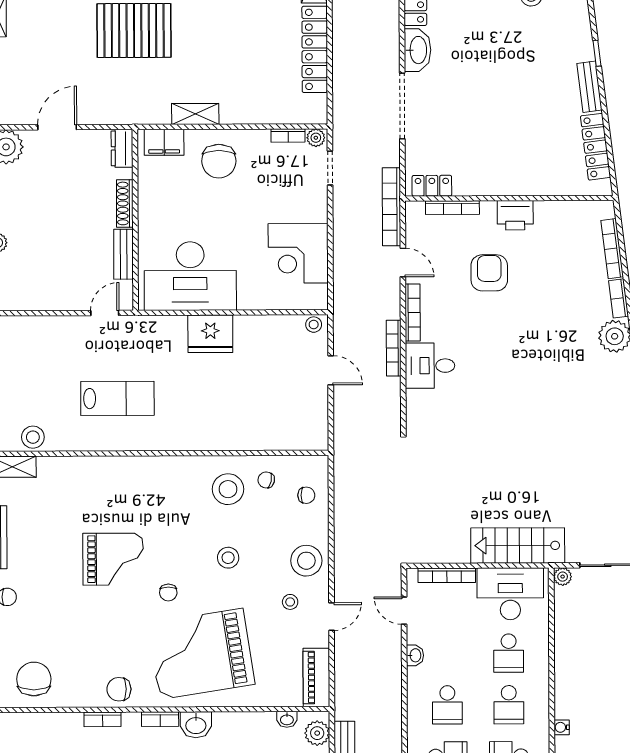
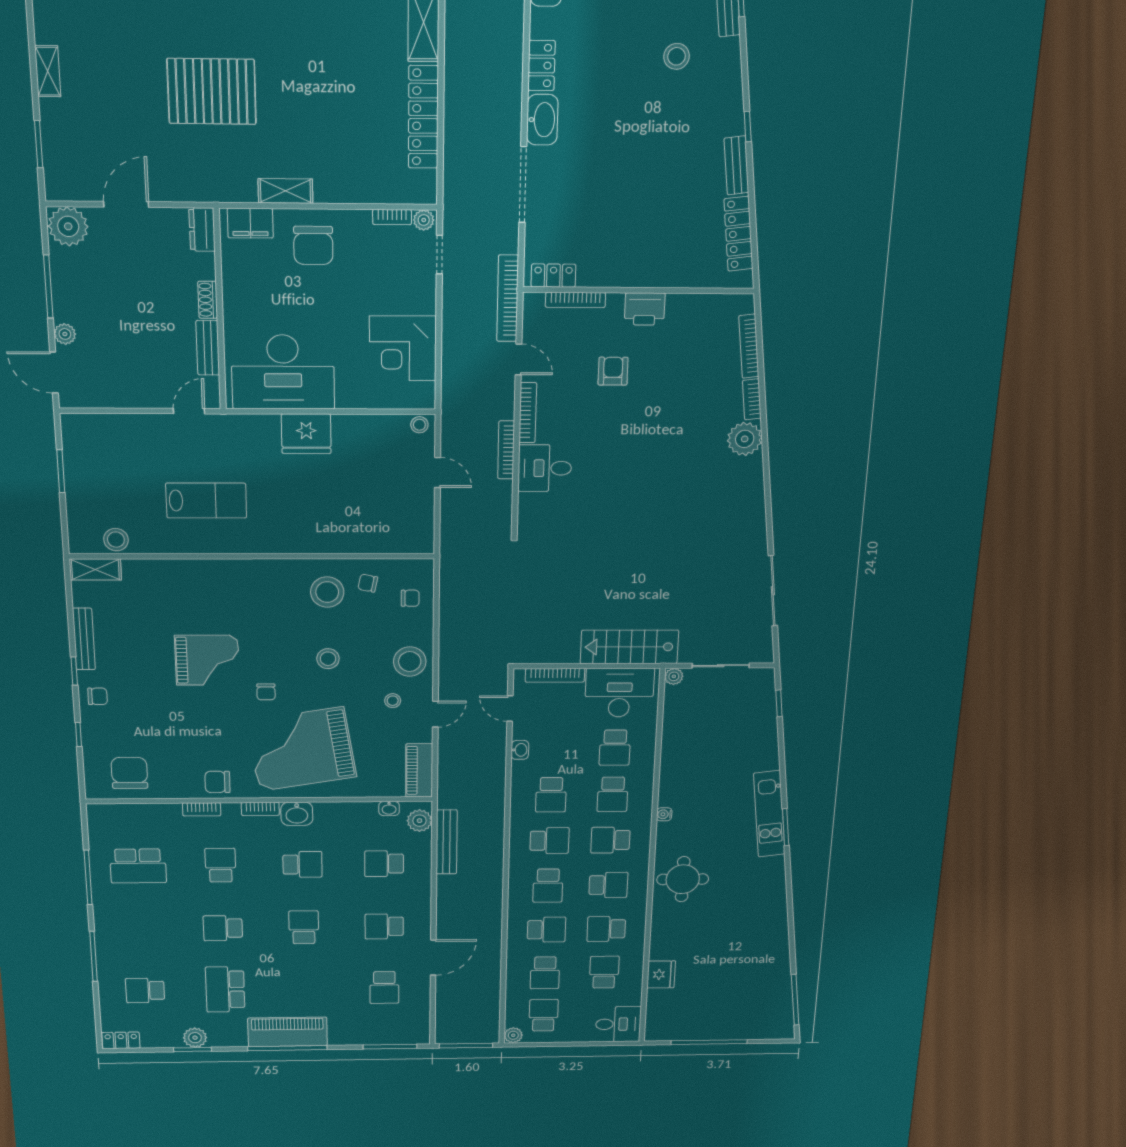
shoe rack: (125, 203) -> (208, 300), width x0.70
armchair: (489, 273) -> (613, 371), width x0.72, depth x0.72

